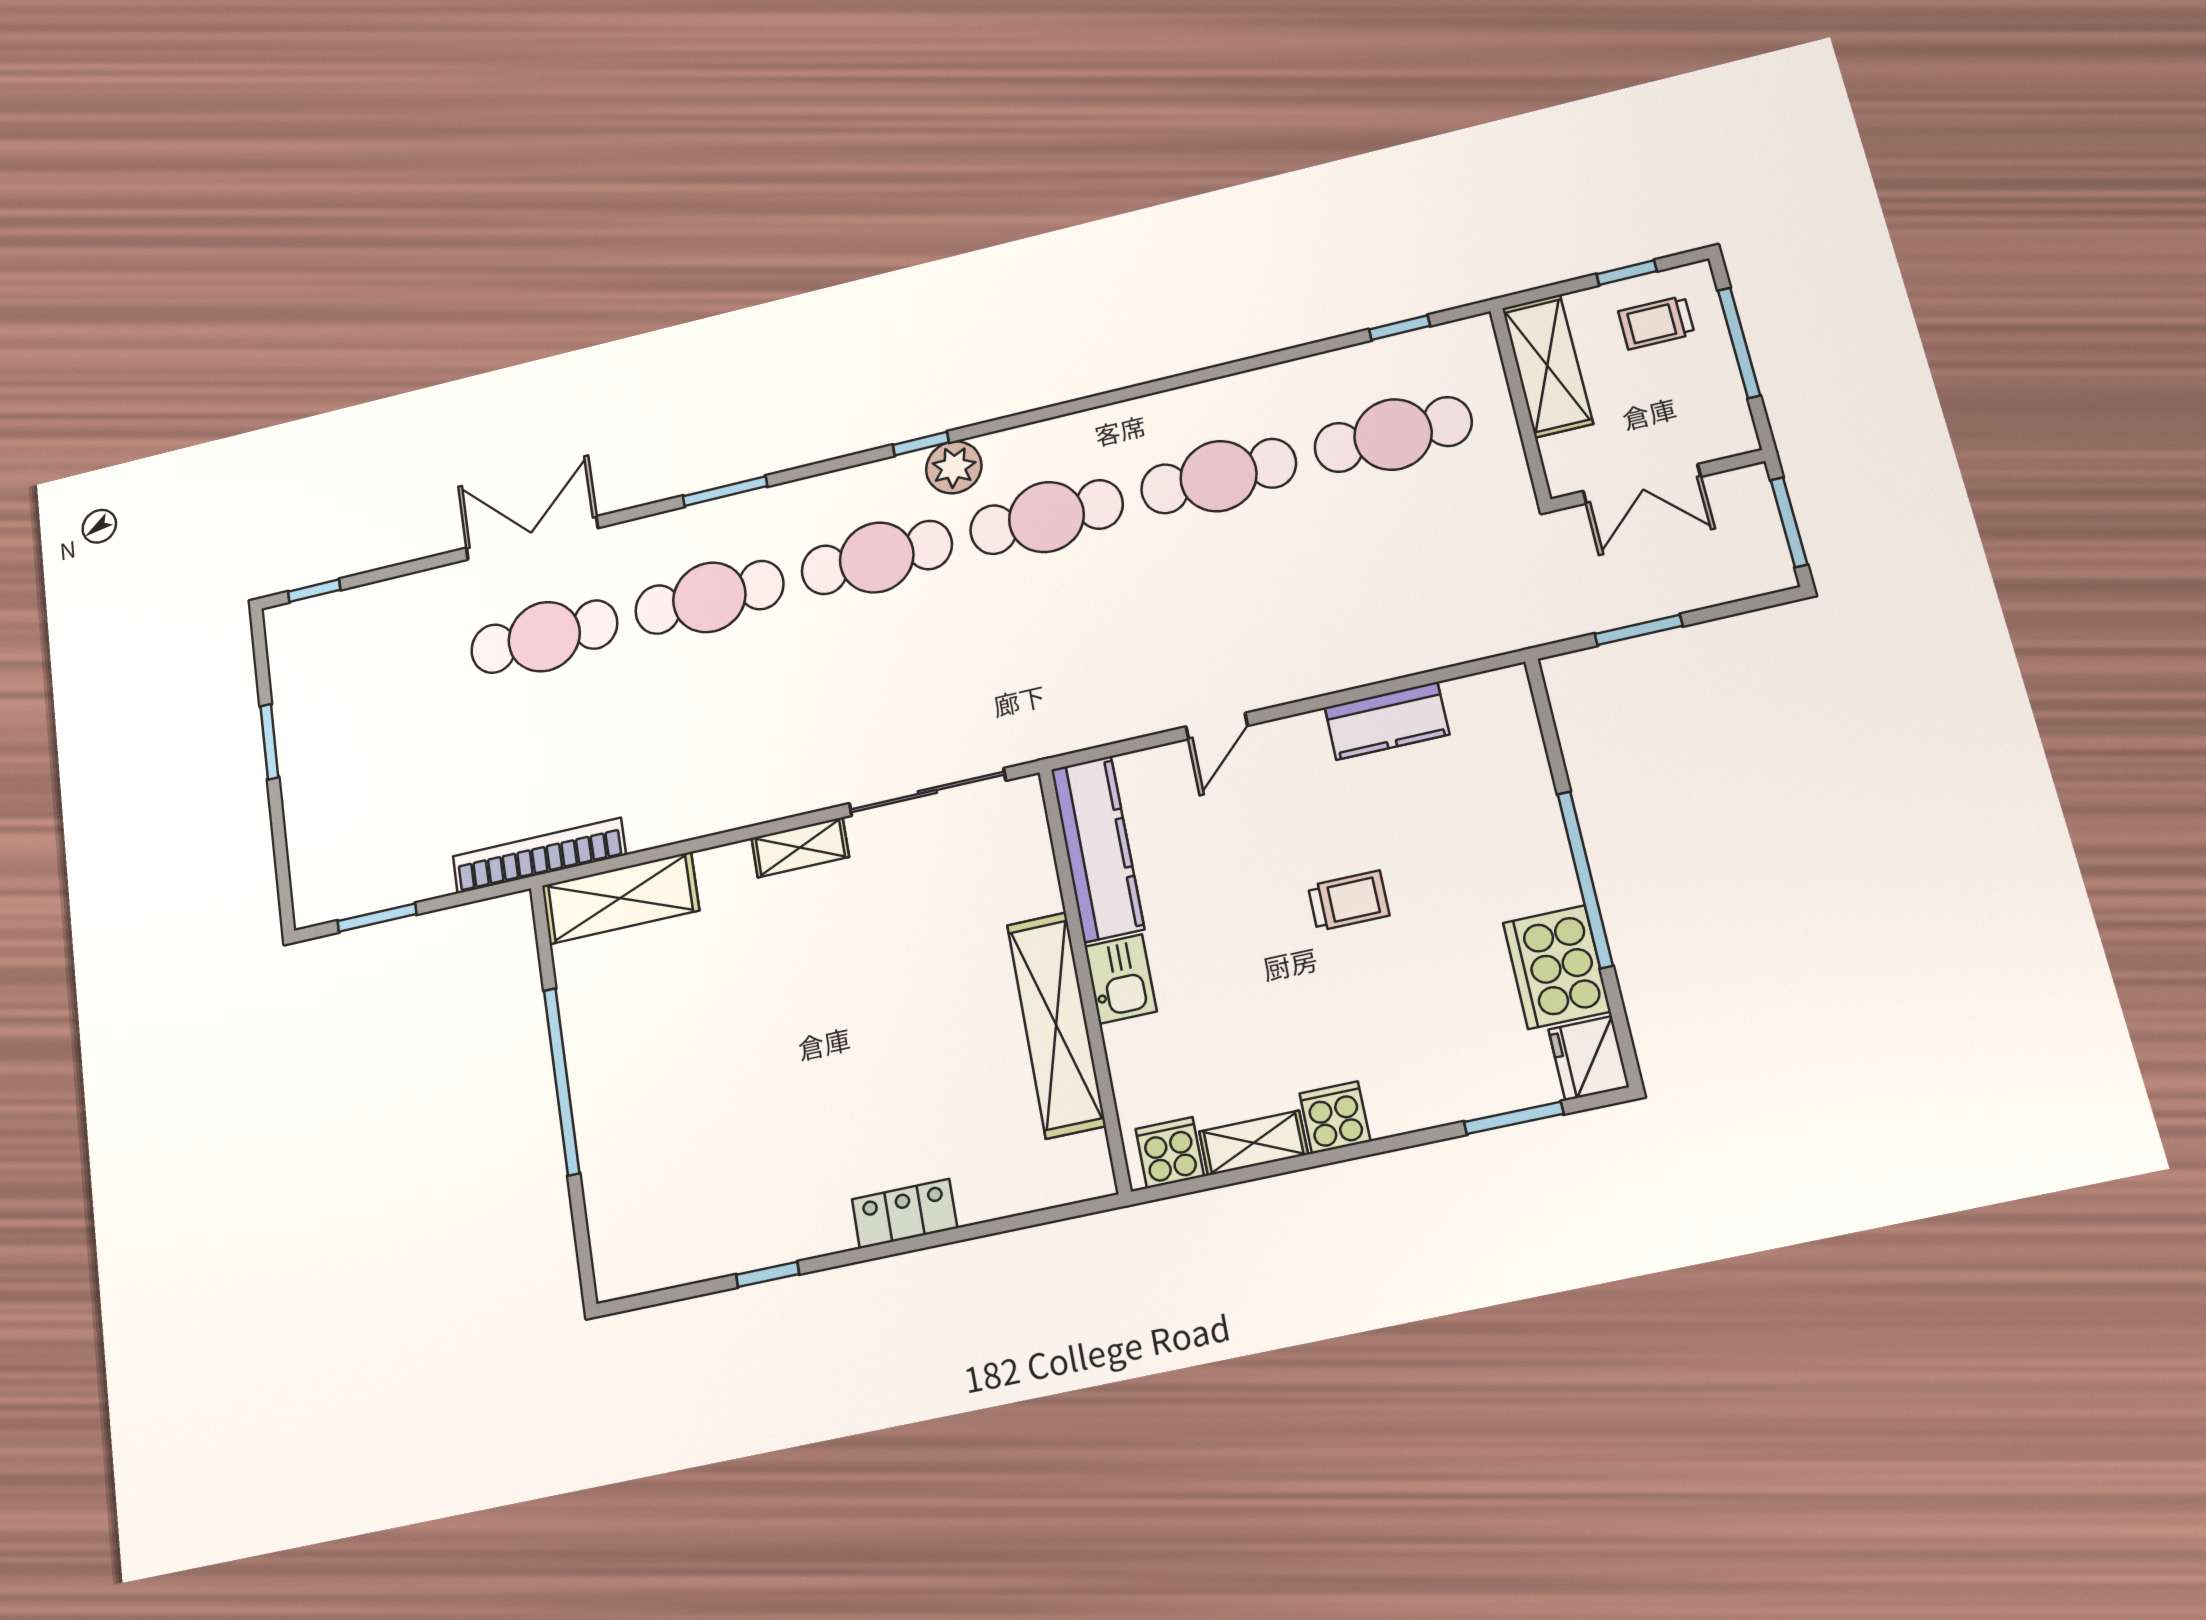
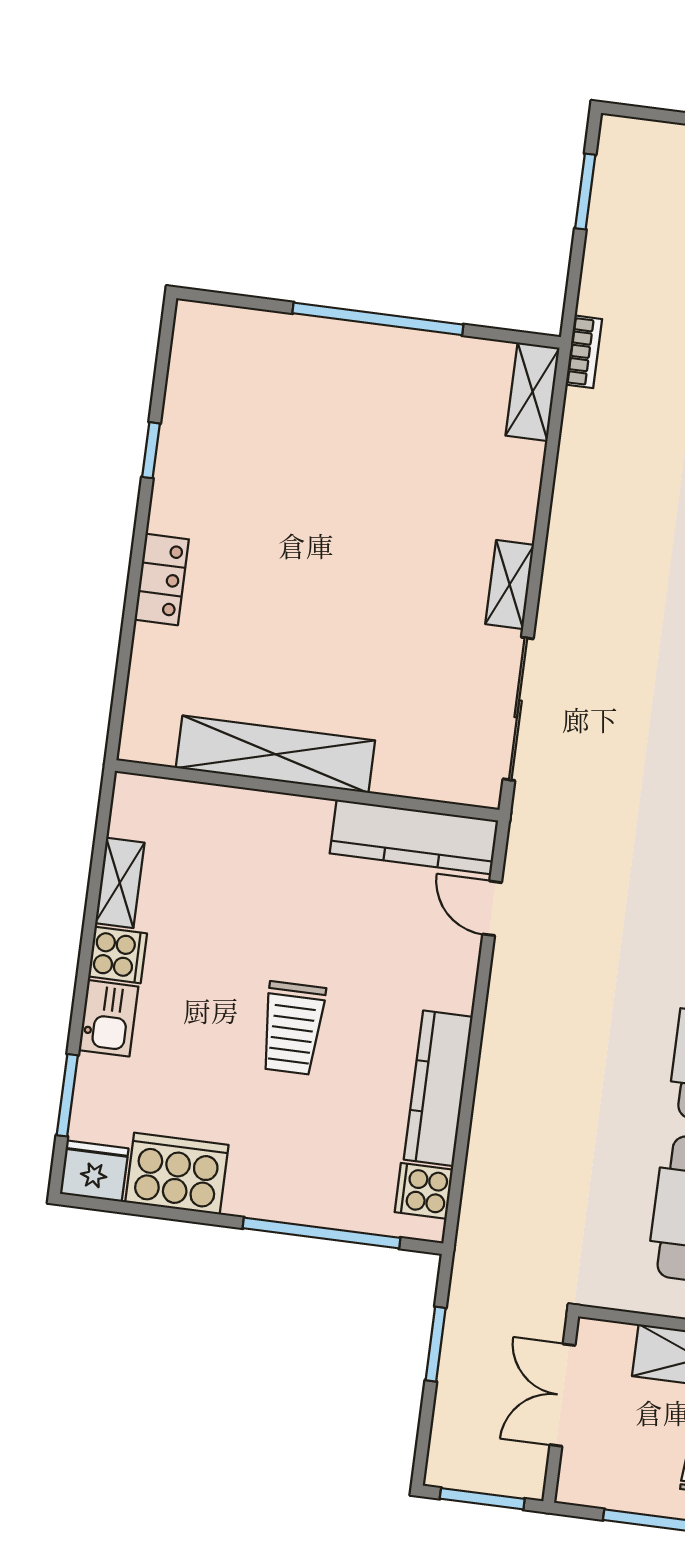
kitchen counter: (1387, 721) -> (438, 1088), width x1.50
door: (1217, 726) -> (492, 908), moved
bookcase: (539, 856) -> (584, 352), width x0.43, depth x0.76
window: (1585, 879) -> (321, 1233), moved
shelving: (620, 898) -> (533, 392), width x0.67, depth x0.75
trolley: (1349, 901) -> (293, 1028), width x1.36, depth x1.39
kitchen sink: (1121, 979) -> (108, 1018), moved, turned -90
cooker: (1170, 1153) -> (424, 1191), moved, turned 180

